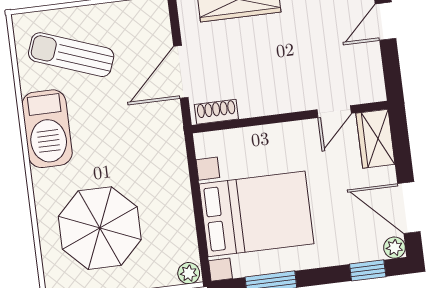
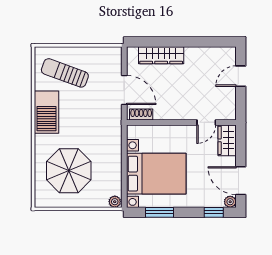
door: (181, 72) -> (124, 90), swing flipped

